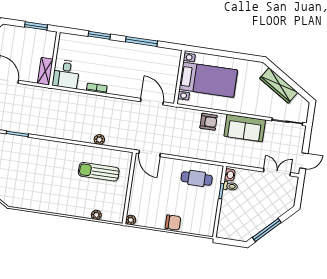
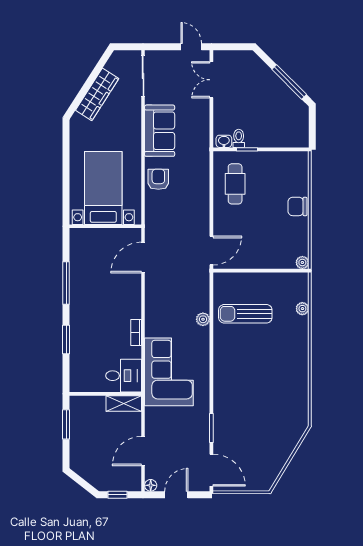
corner sofa: (64, 108) -> (169, 372), added
sun lounger: (99, 172) -> (245, 314), turned 90
chair: (173, 222) -> (297, 206), turned -90

